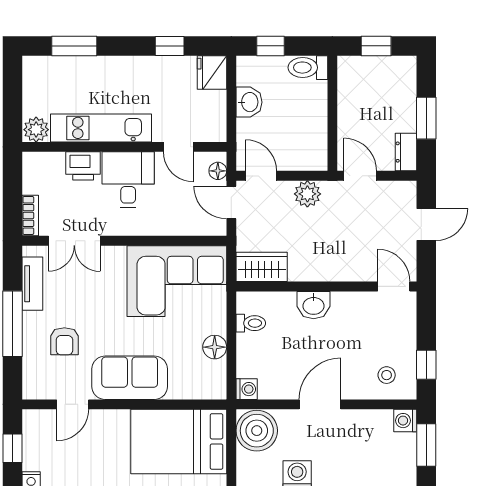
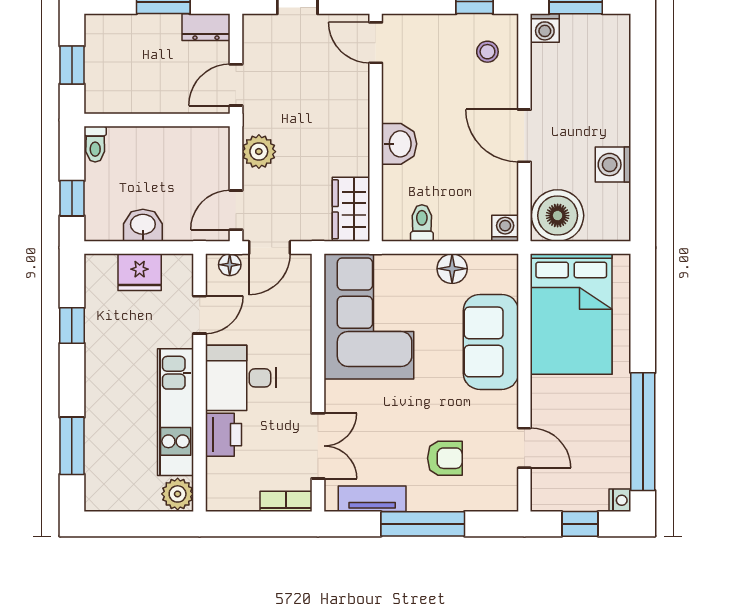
toilet: (308, 68) -> (95, 144), width x0.73, depth x0.72
fridge: (212, 73) -> (140, 272), moved
door: (394, 286) -> (376, 43), hinge flipped
sofa: (130, 378) -> (491, 342), moved

